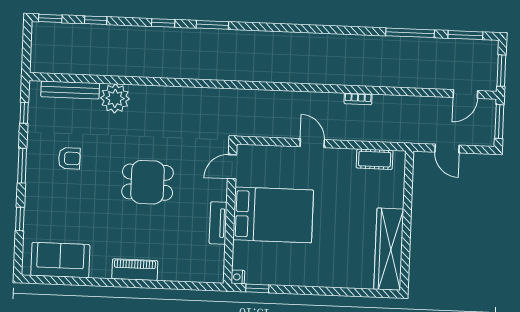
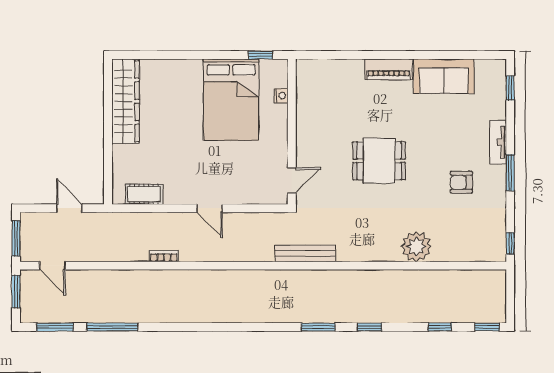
bench: (70, 90) -> (305, 253), moved
door: (465, 94) -> (52, 266), swing flipped
window: (24, 113) -> (510, 243), moved
bed: (273, 215) -> (231, 100), moved, turned -90
window: (20, 219) -> (510, 88), moved
tv unit: (218, 223) -> (498, 142), moved, turned 180
sofa: (60, 260) -> (444, 76), moved
nightstand: (238, 277) -> (281, 96), moved

